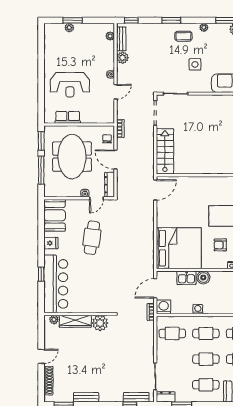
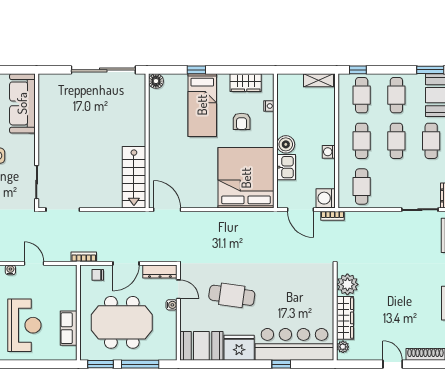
stairs: (165, 151) -> (134, 177), moved, turned -90
fridge: (51, 243) -> (239, 348), width x1.88, depth x1.34

